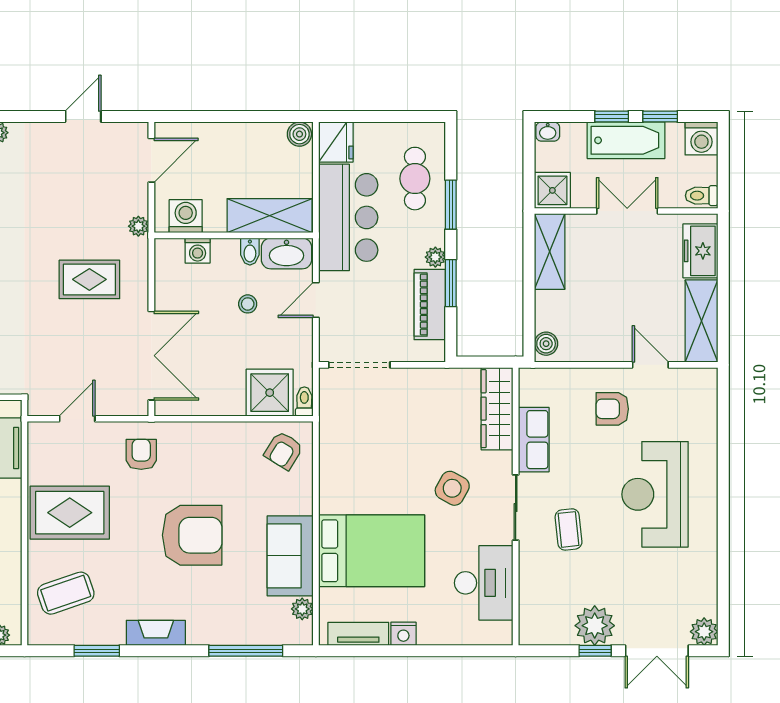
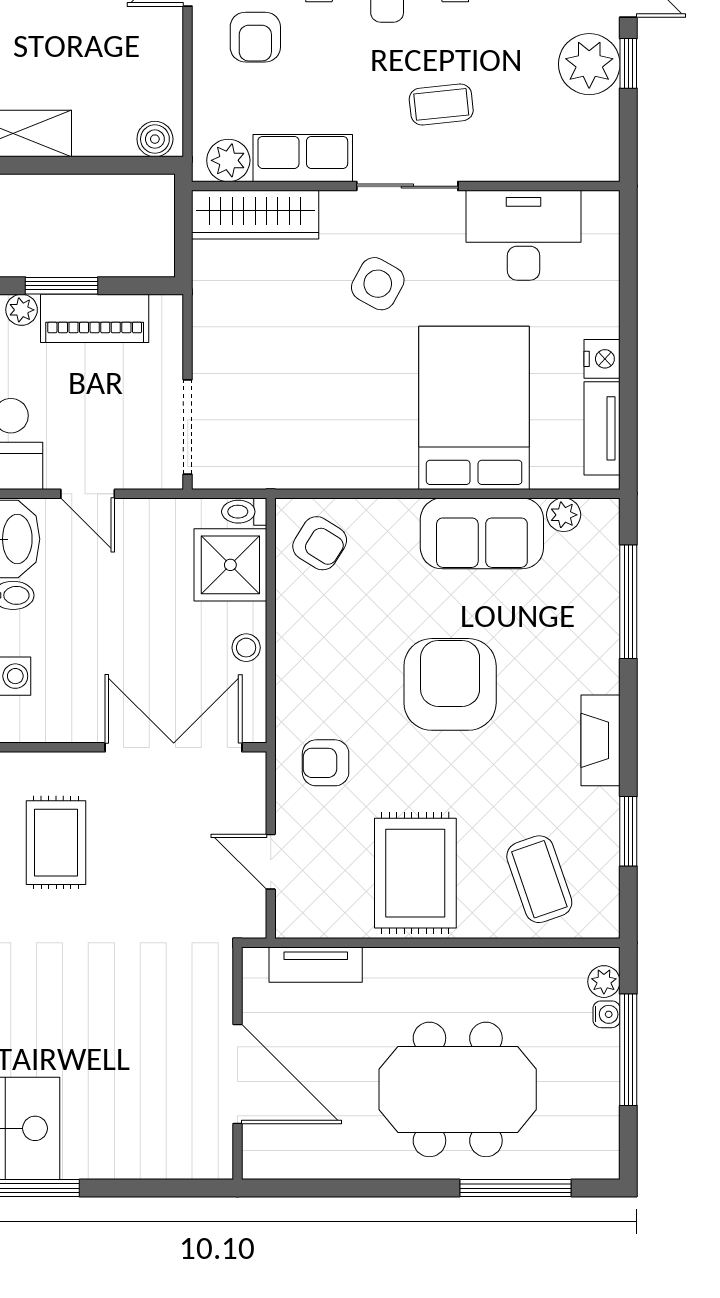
stool: (248, 304) -> (246, 648), moved
plant: (532, 391) -> (228, 160), added

